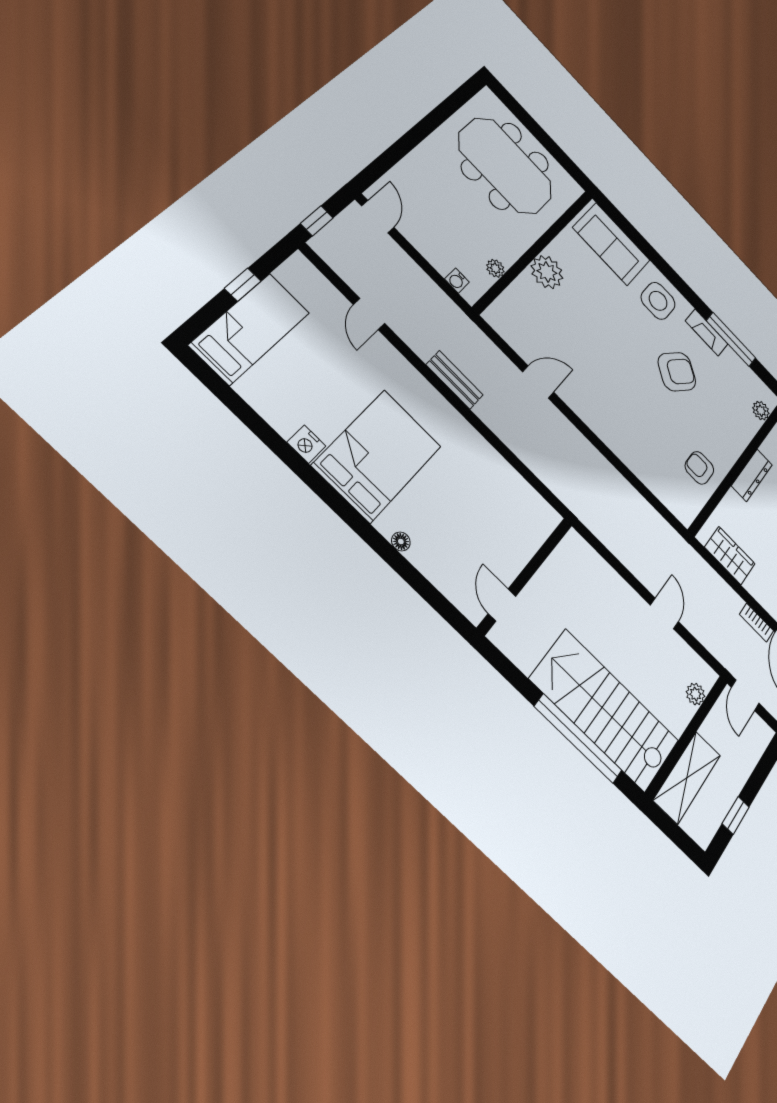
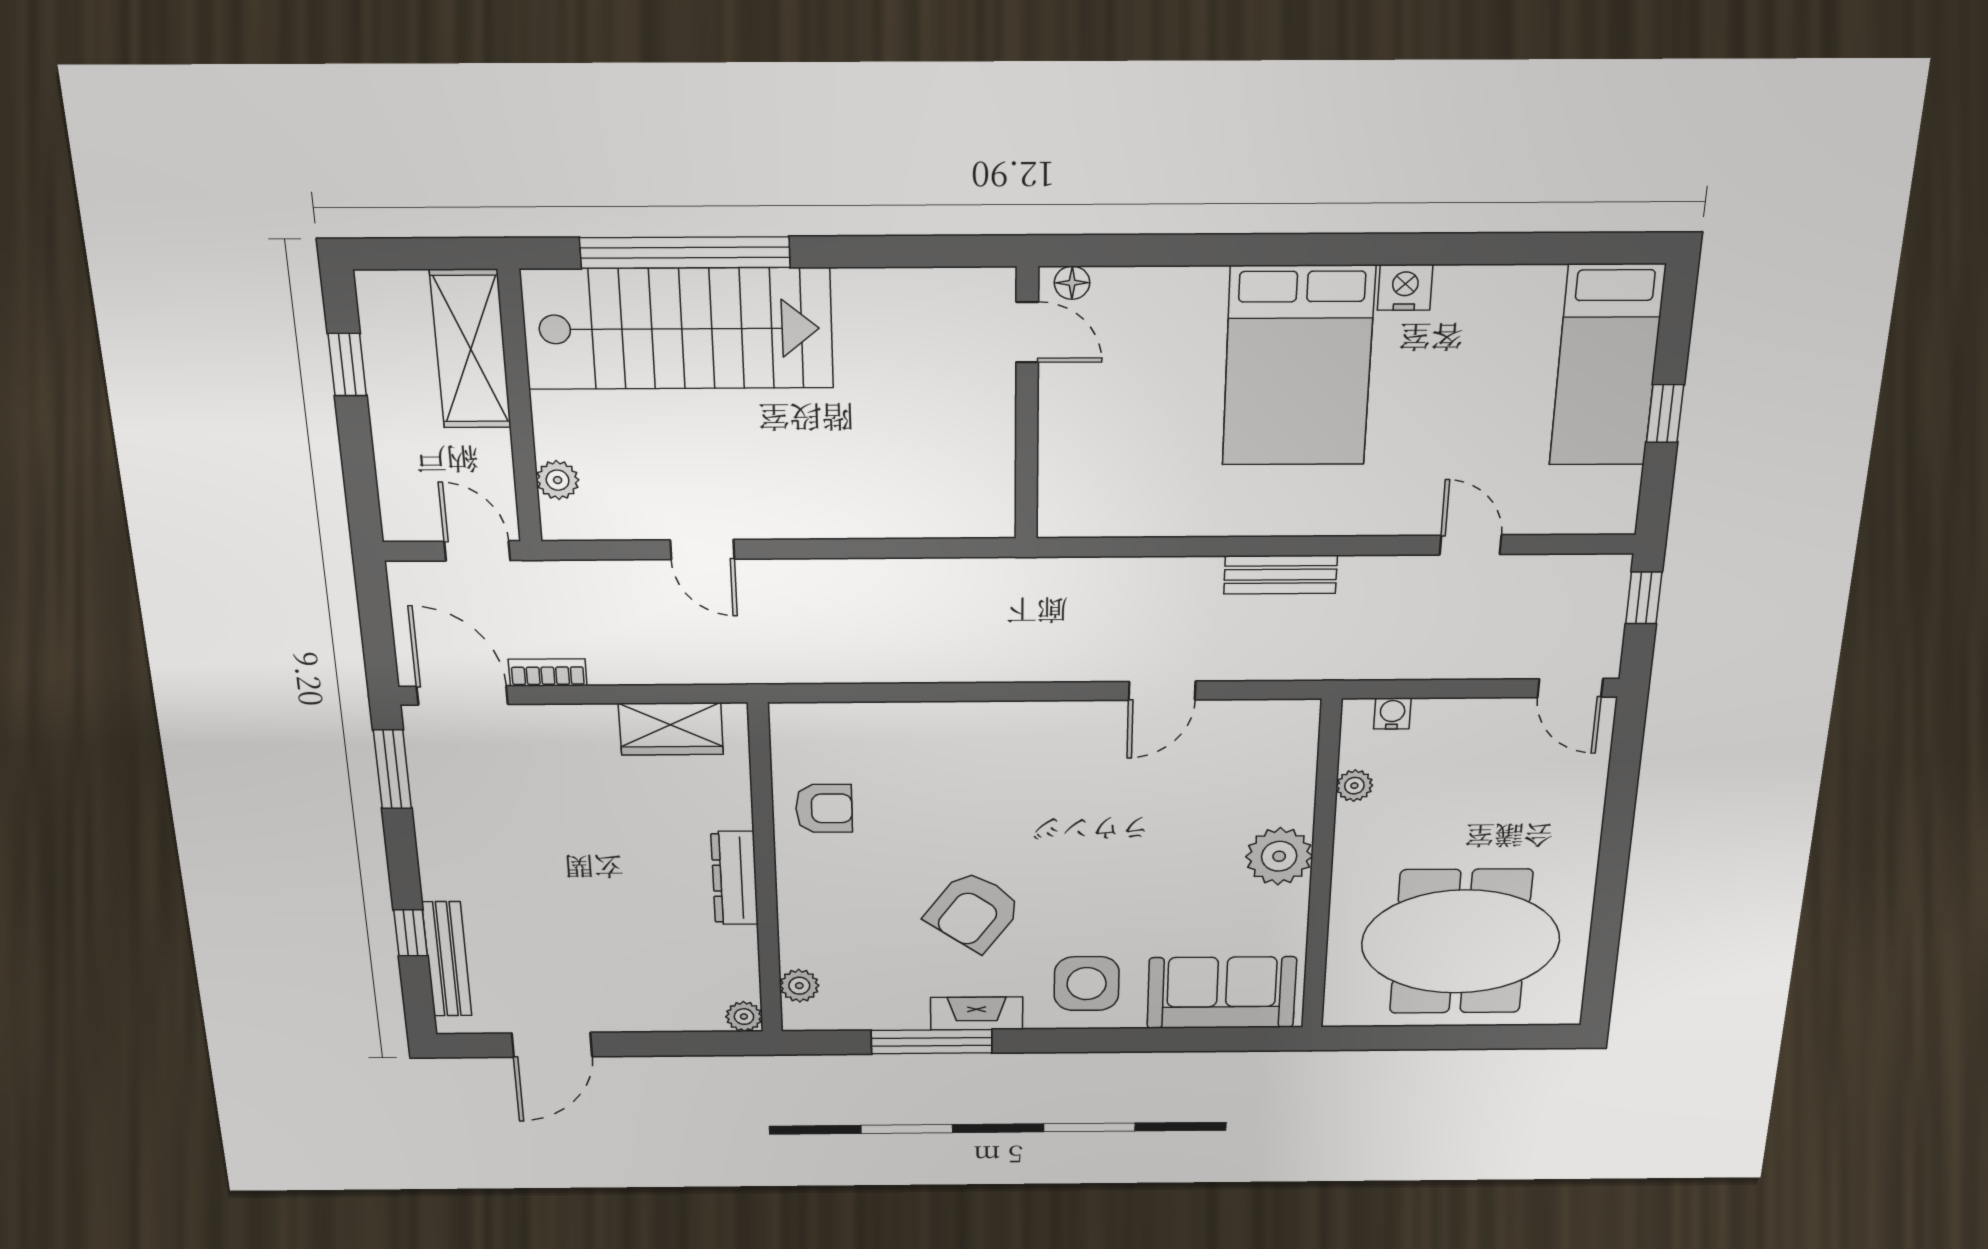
floor lamp: (401, 541) -> (1072, 283), moved
wall: (526, 575) -> (1027, 405), moved
door: (502, 605) -> (1027, 332), moved

